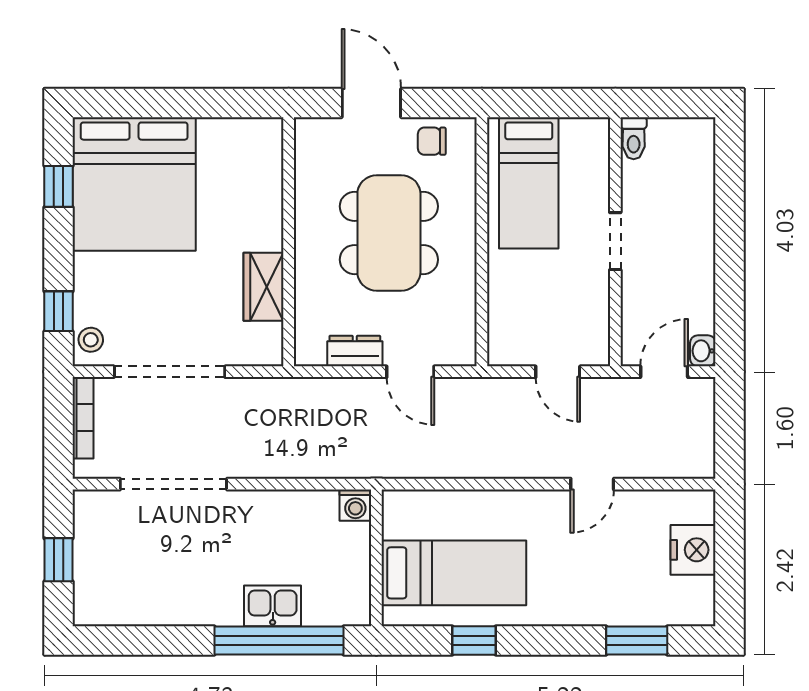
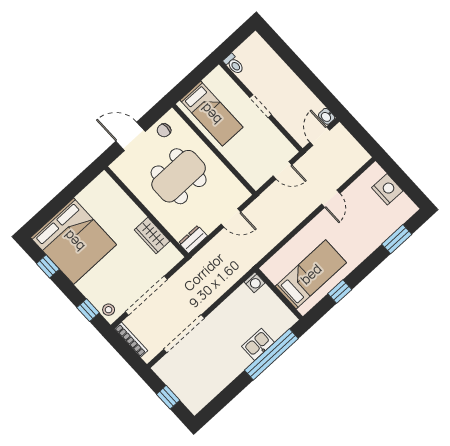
dining table: (389, 233) -> (179, 176), turned 90
dresser: (355, 351) -> (193, 239), moved

